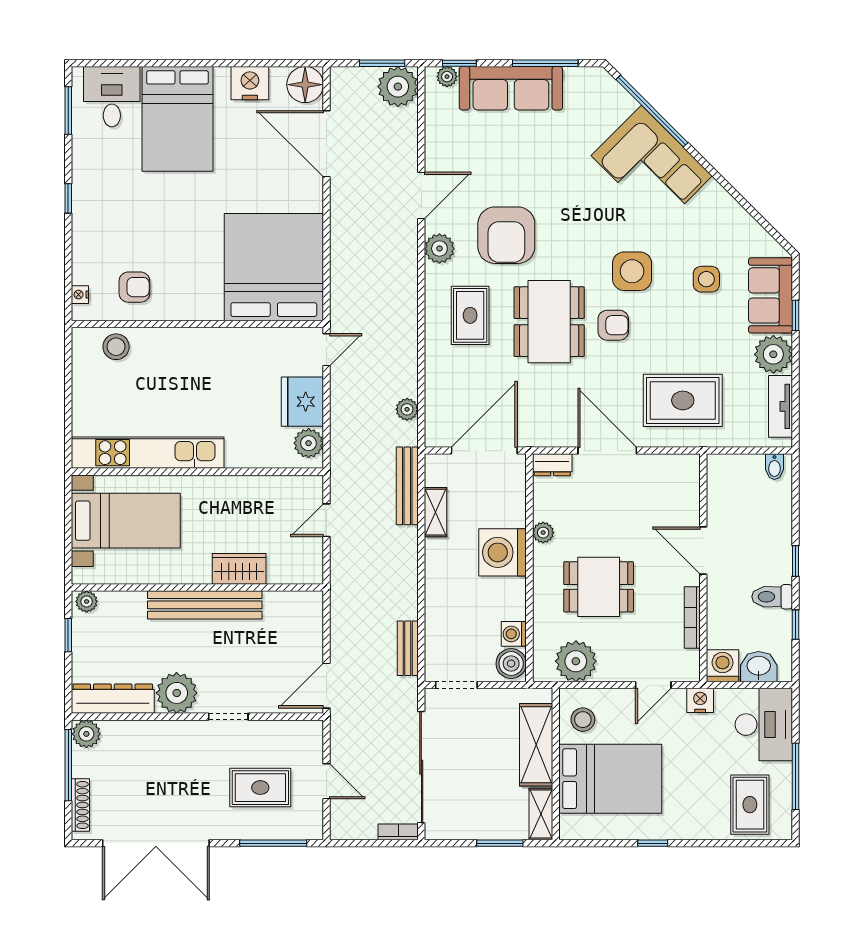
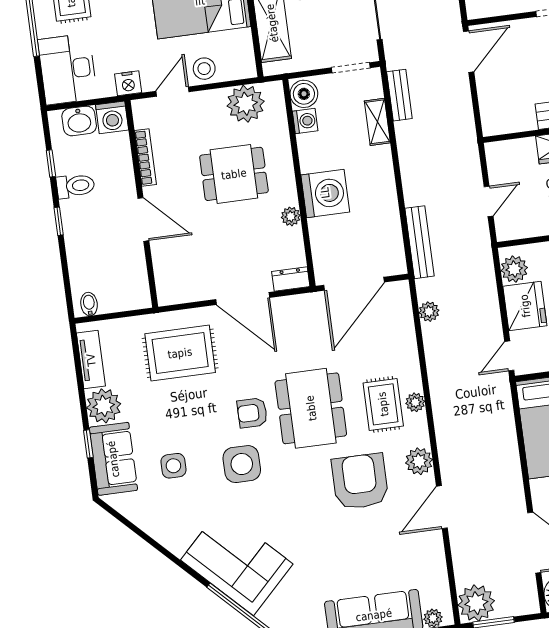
plant: (435, 313) -> (415, 402), added
shelving: (436, 512) -> (377, 122), moved
stool: (583, 720) -> (204, 69), moved

